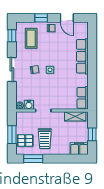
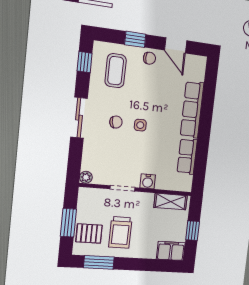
row of seats: (83, 98) -> (187, 156), moved
water cooler: (29, 105) -> (148, 181), moved

